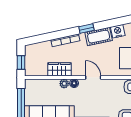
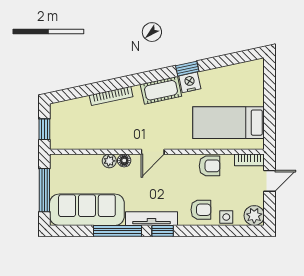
window: (86, 29) -> (187, 69), moved
wardrobe: (59, 69) -> (102, 140), removed
door: (93, 78) -> (153, 152), swing flipped

